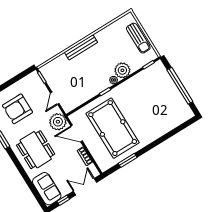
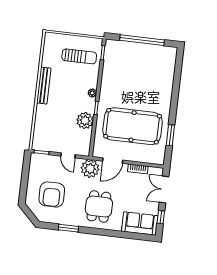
sun lounger: (138, 38) -> (79, 56), moved
bench: (81, 47) -> (44, 86), moved
plant: (122, 70) -> (85, 121), moved
dining table: (36, 150) -> (99, 207), width x0.73

